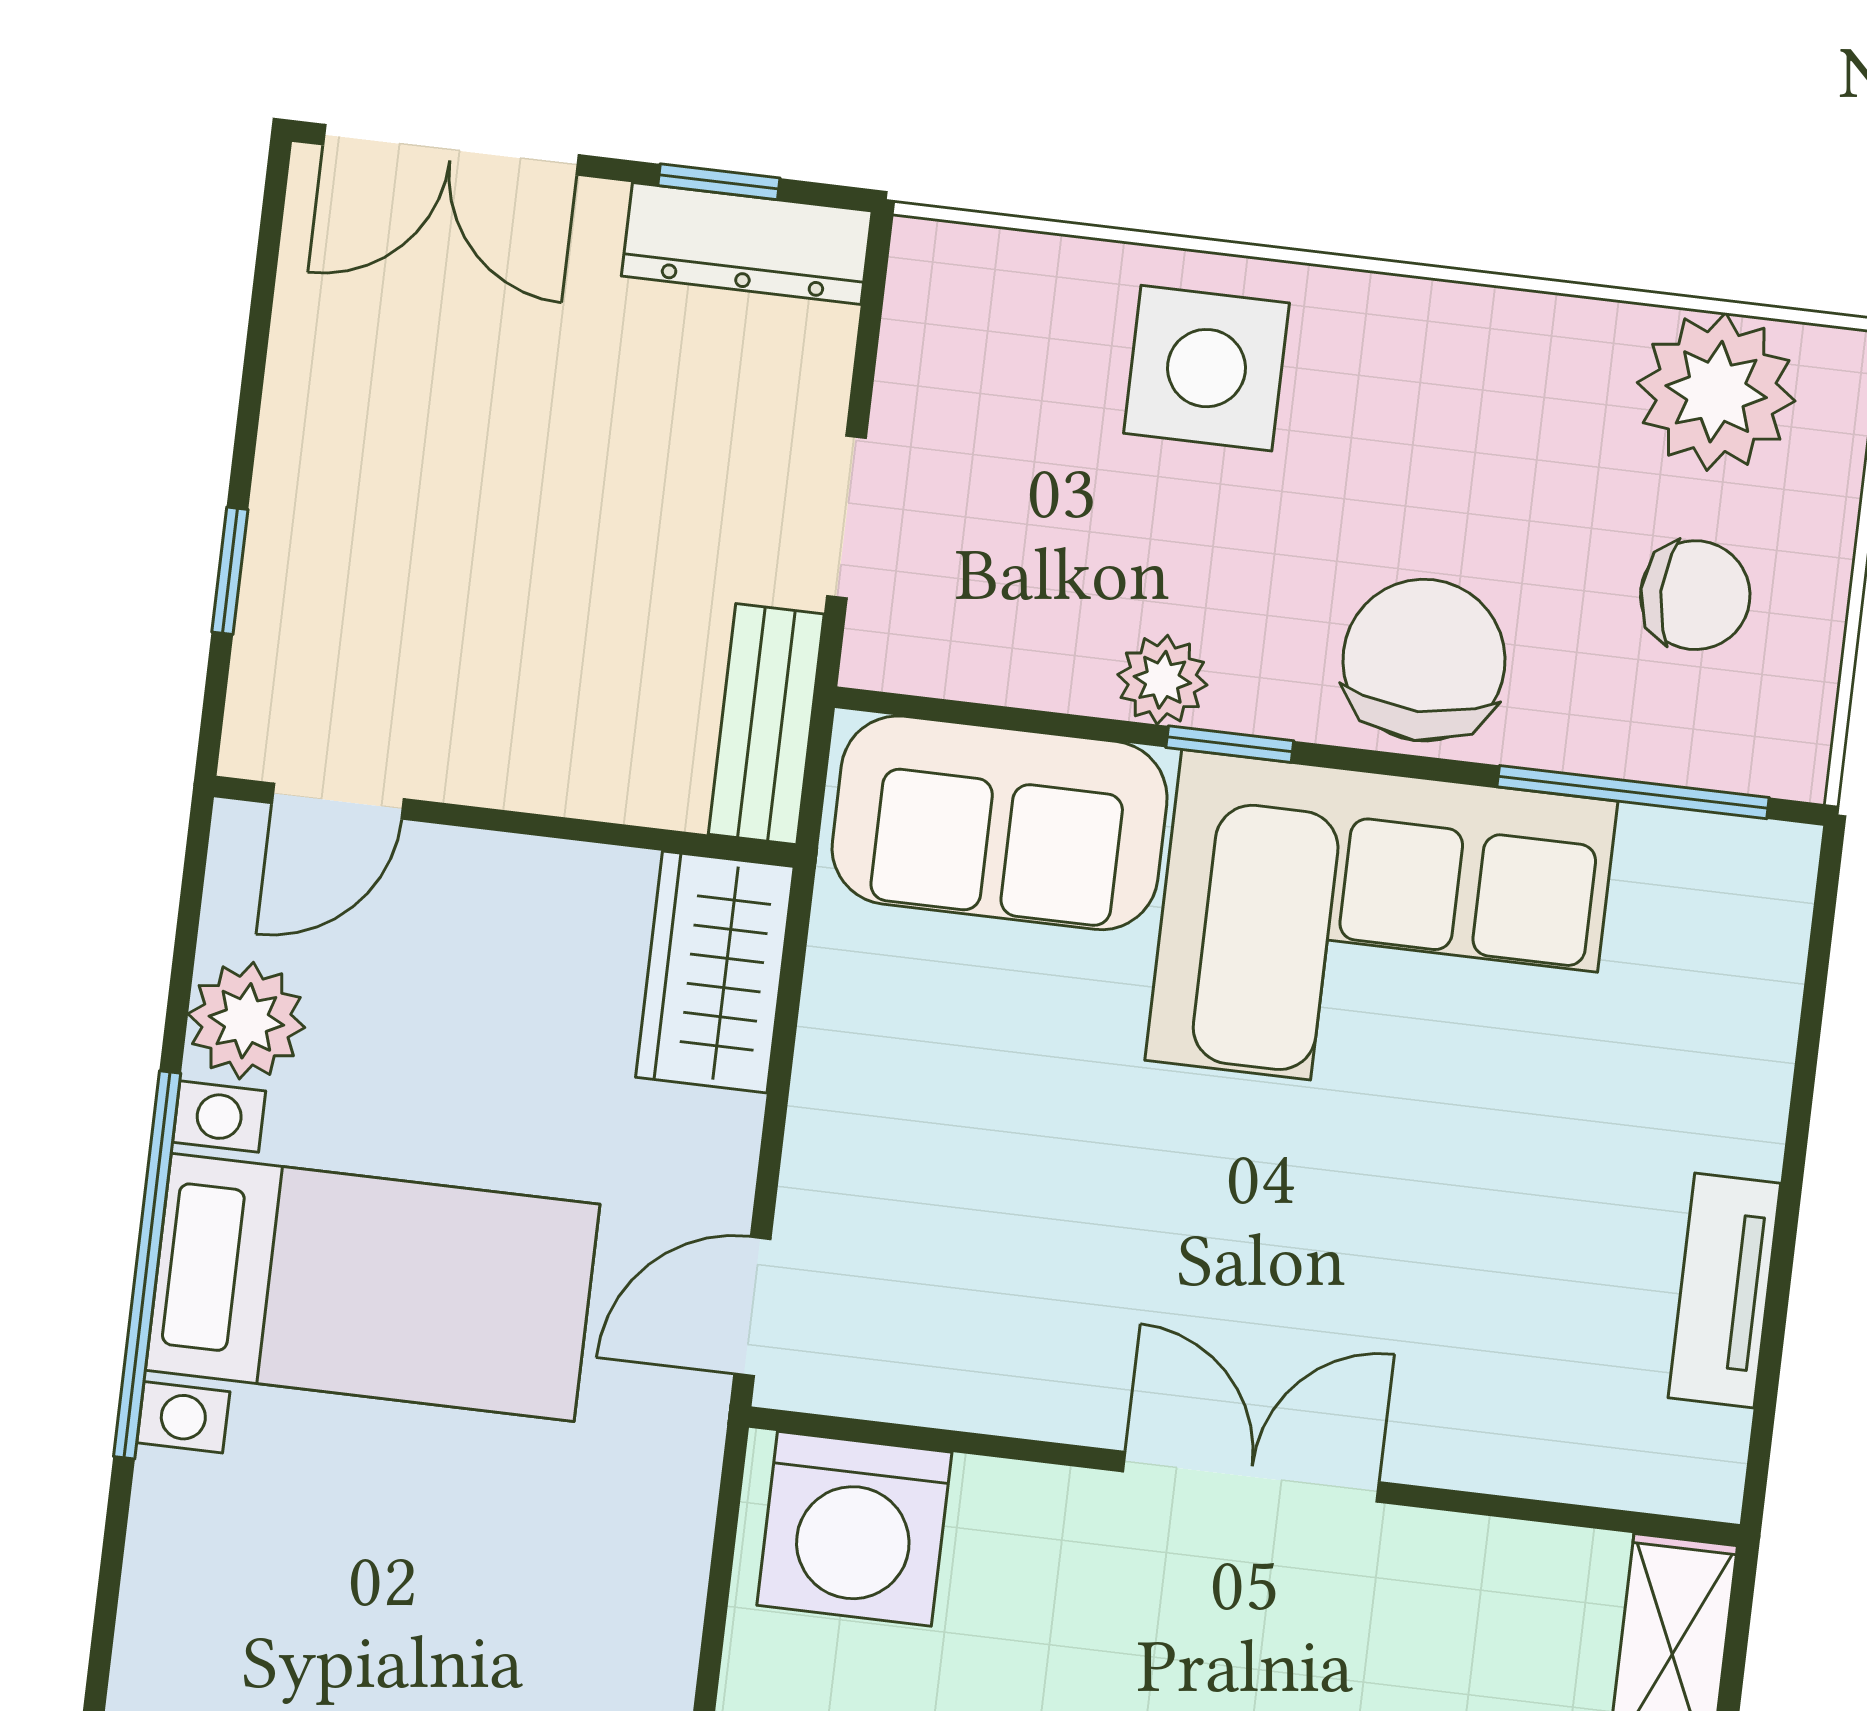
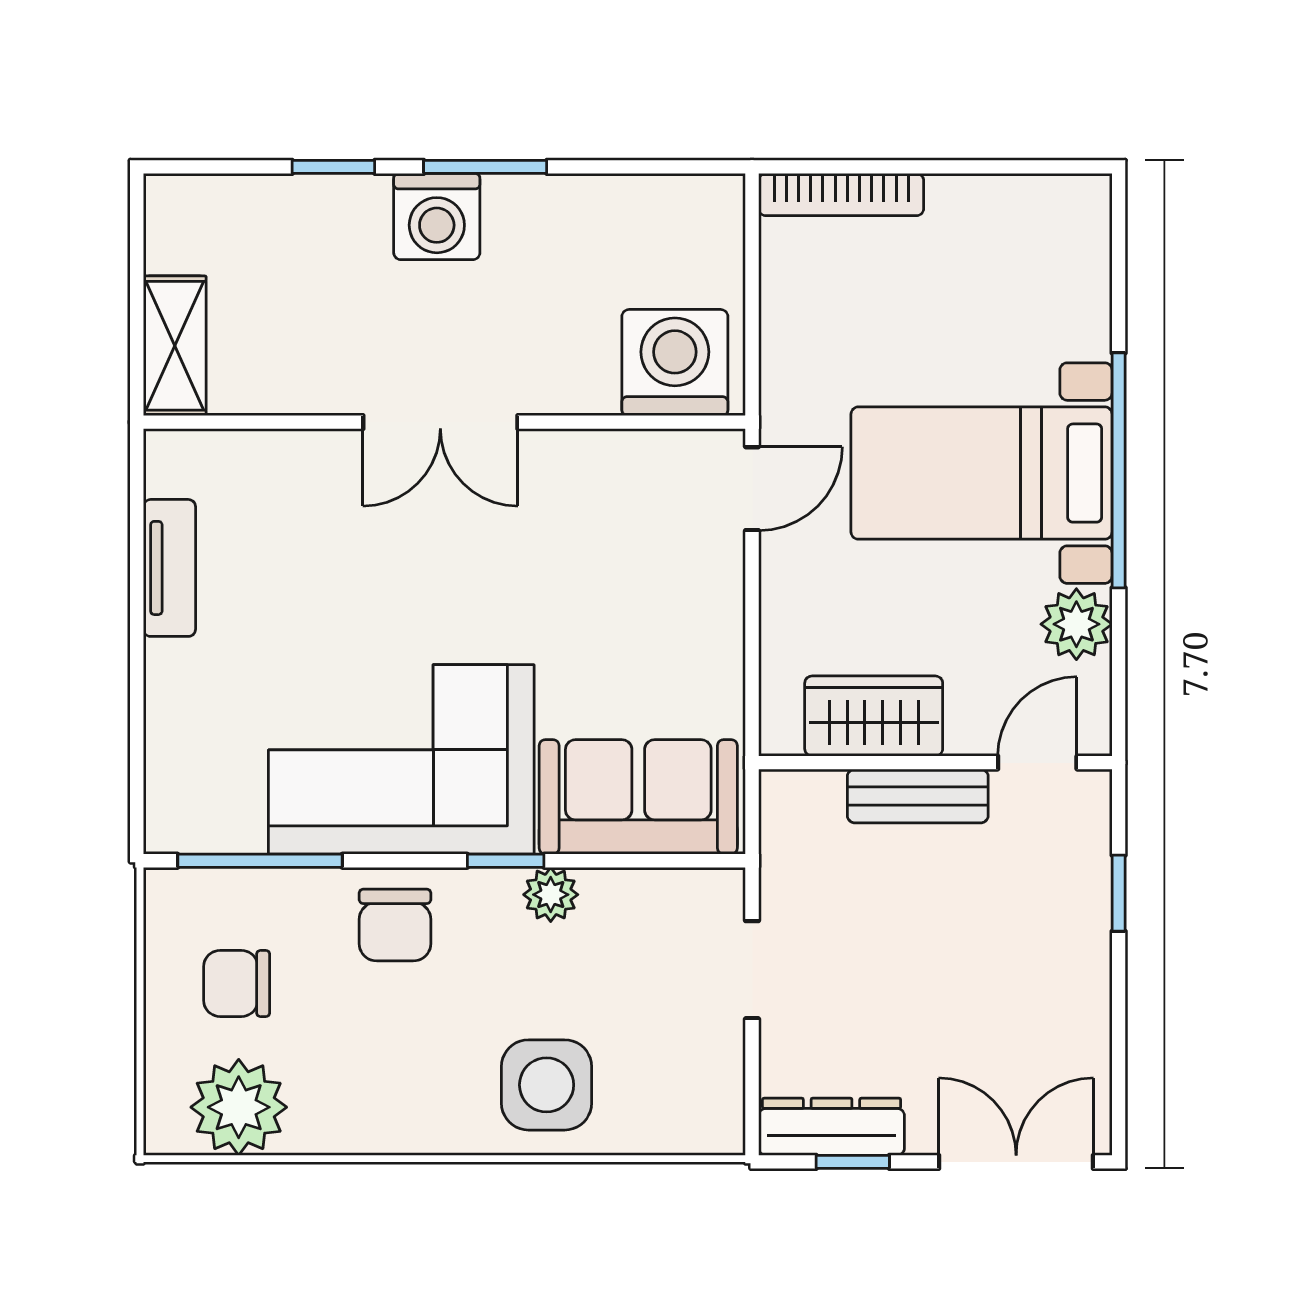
chair: (1424, 660) -> (395, 925), width x0.73, depth x0.73
bench: (766, 724) -> (918, 796), moved, turned 90
wardrobe: (715, 972) -> (874, 716), moved, turned -90

